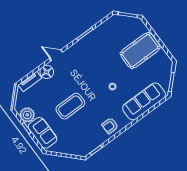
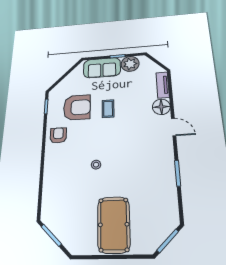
door: (56, 55) -> (174, 127), hinge flipped
sofa: (144, 101) -> (55, 188), removed
coffee table: (70, 106) -> (108, 109), width x0.54, depth x0.58
armchair: (83, 128) -> (77, 107), added

